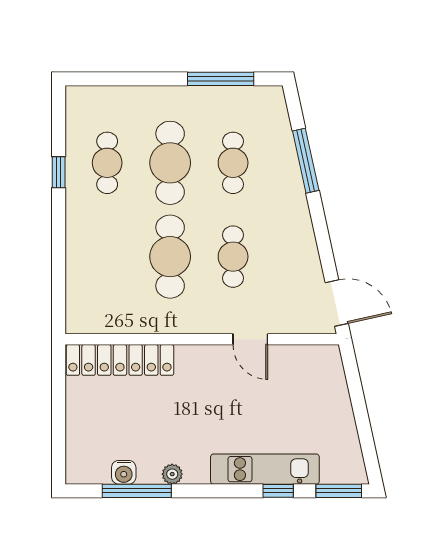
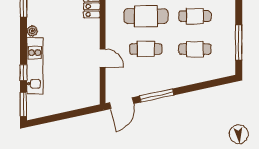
window: (306, 161) -> (157, 95), moved
cafe table: (170, 163) -> (195, 16), width x0.73, depth x0.74
door: (250, 339) -> (103, 58), swing flipped
plant: (172, 474) -> (32, 31), moved

